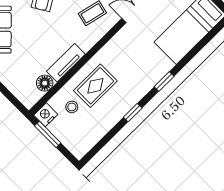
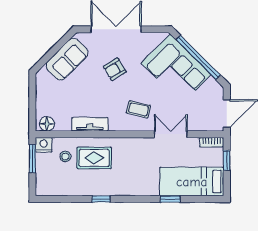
window: (164, 82) -> (170, 199), moved
floor lamp: (45, 83) -> (47, 124), moved

